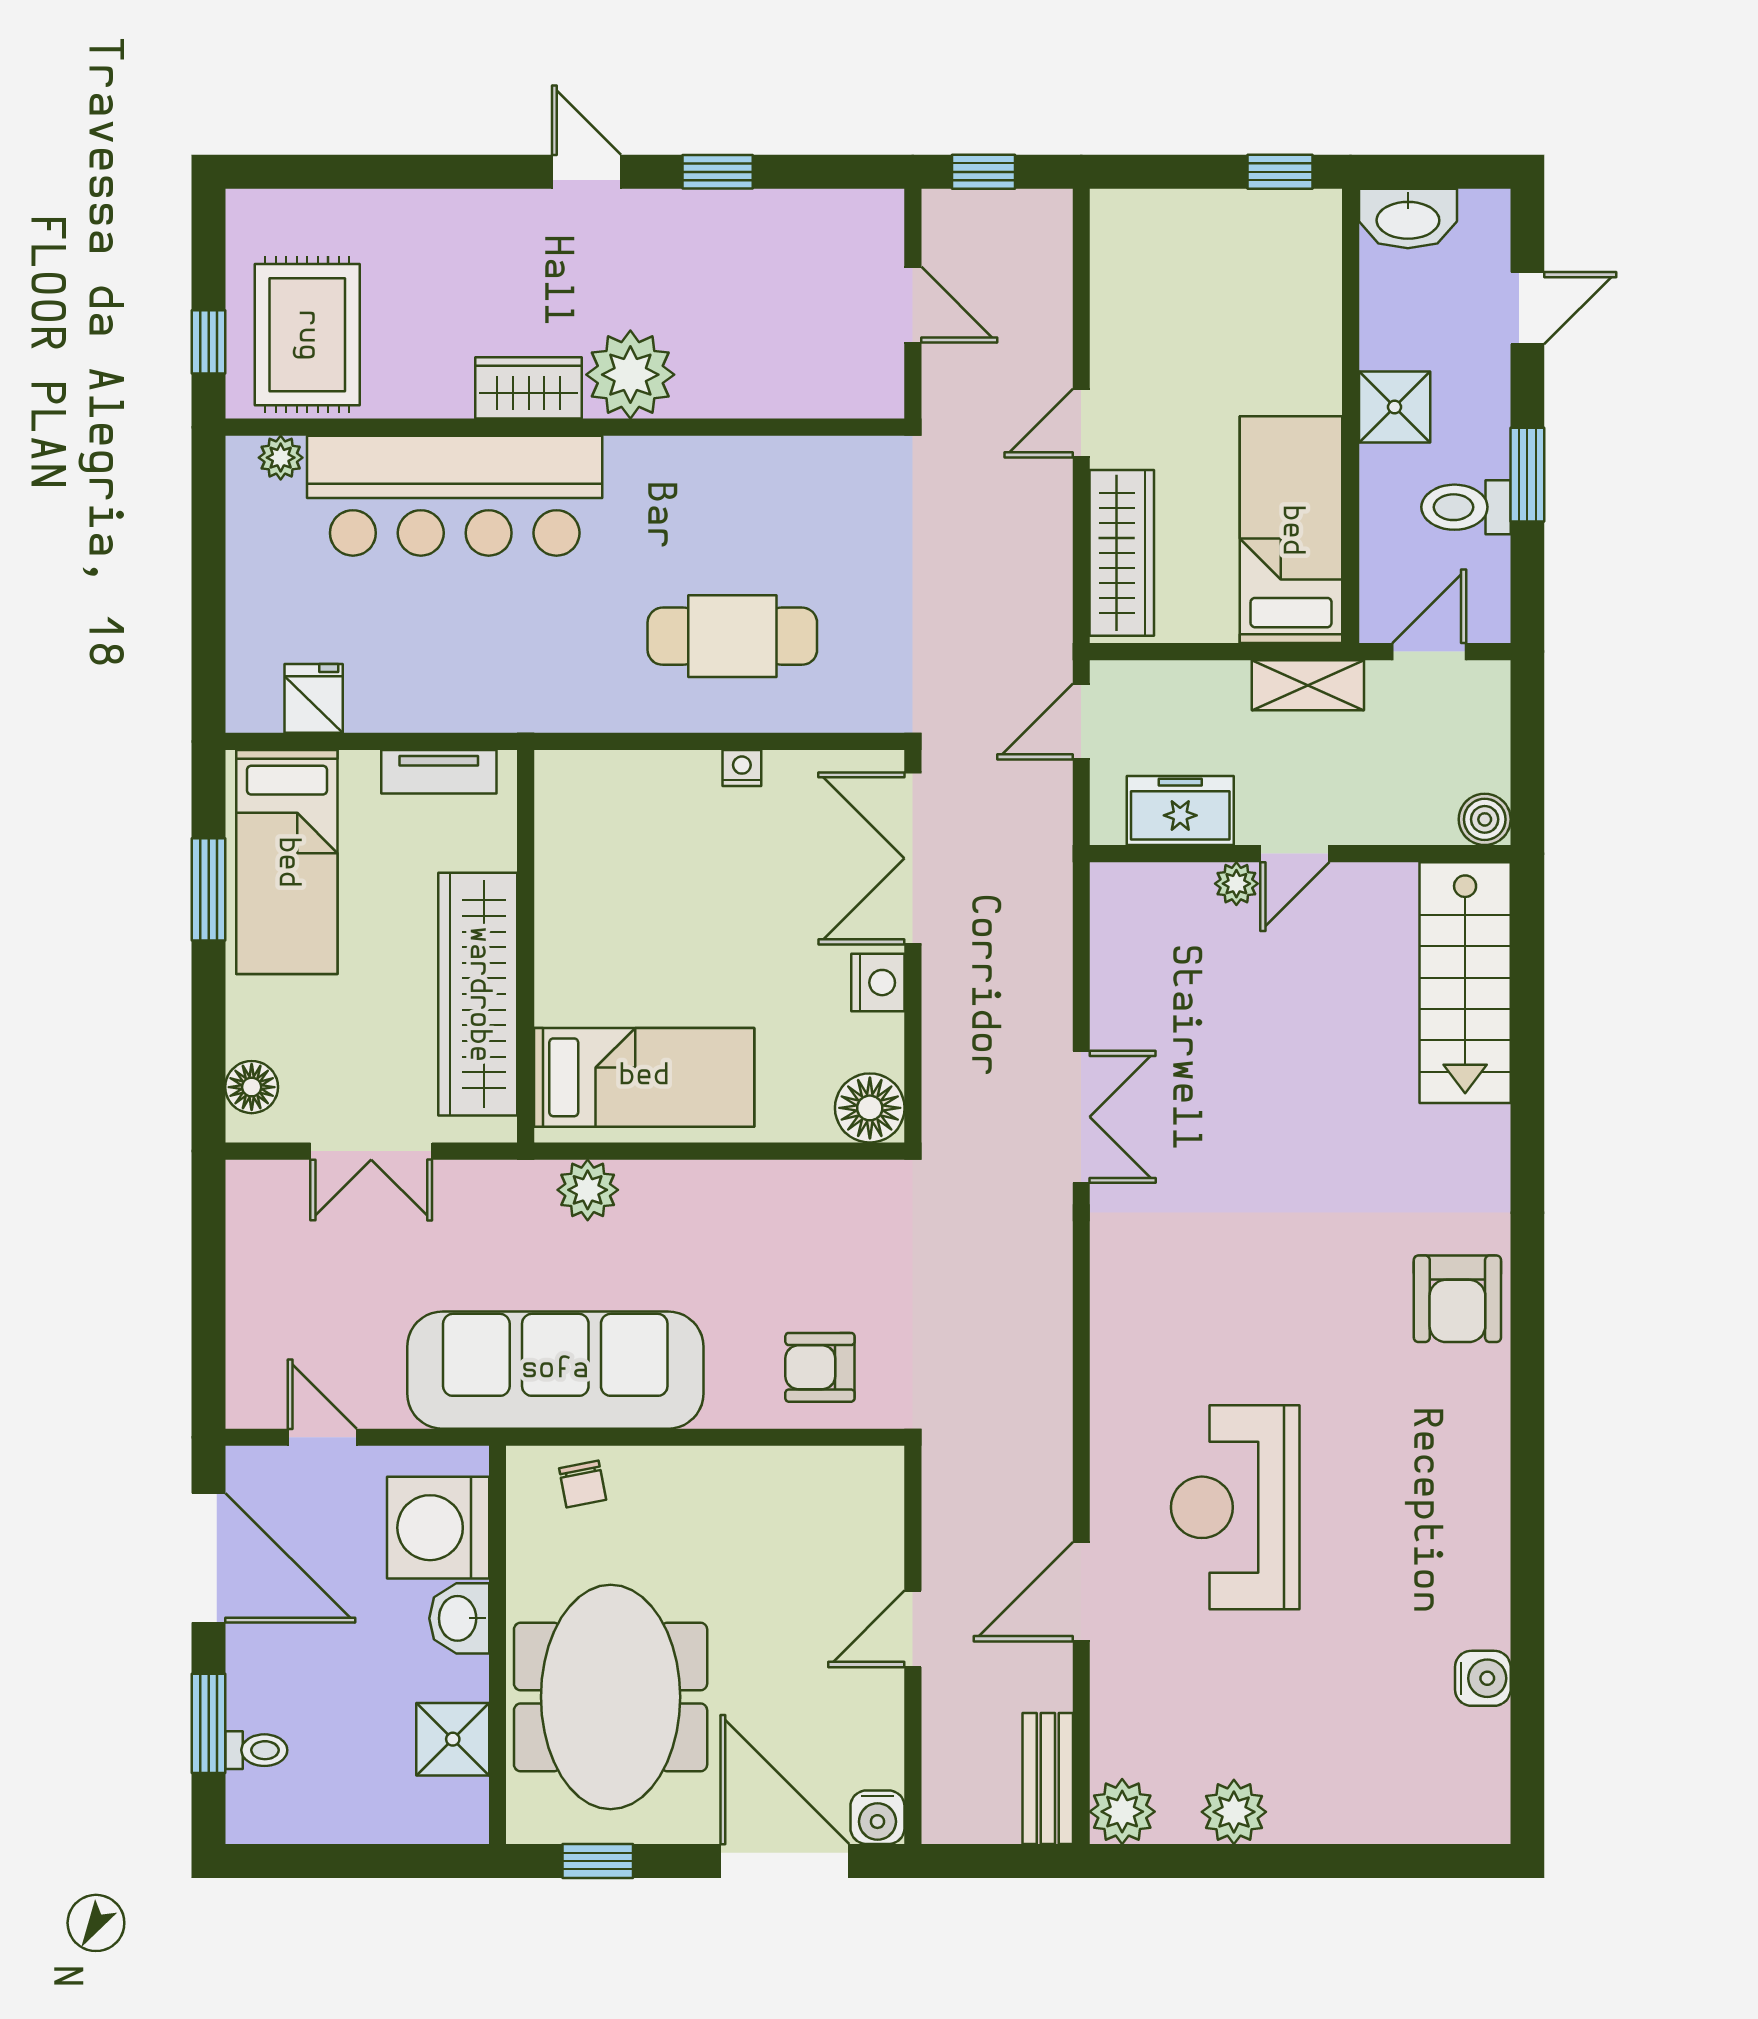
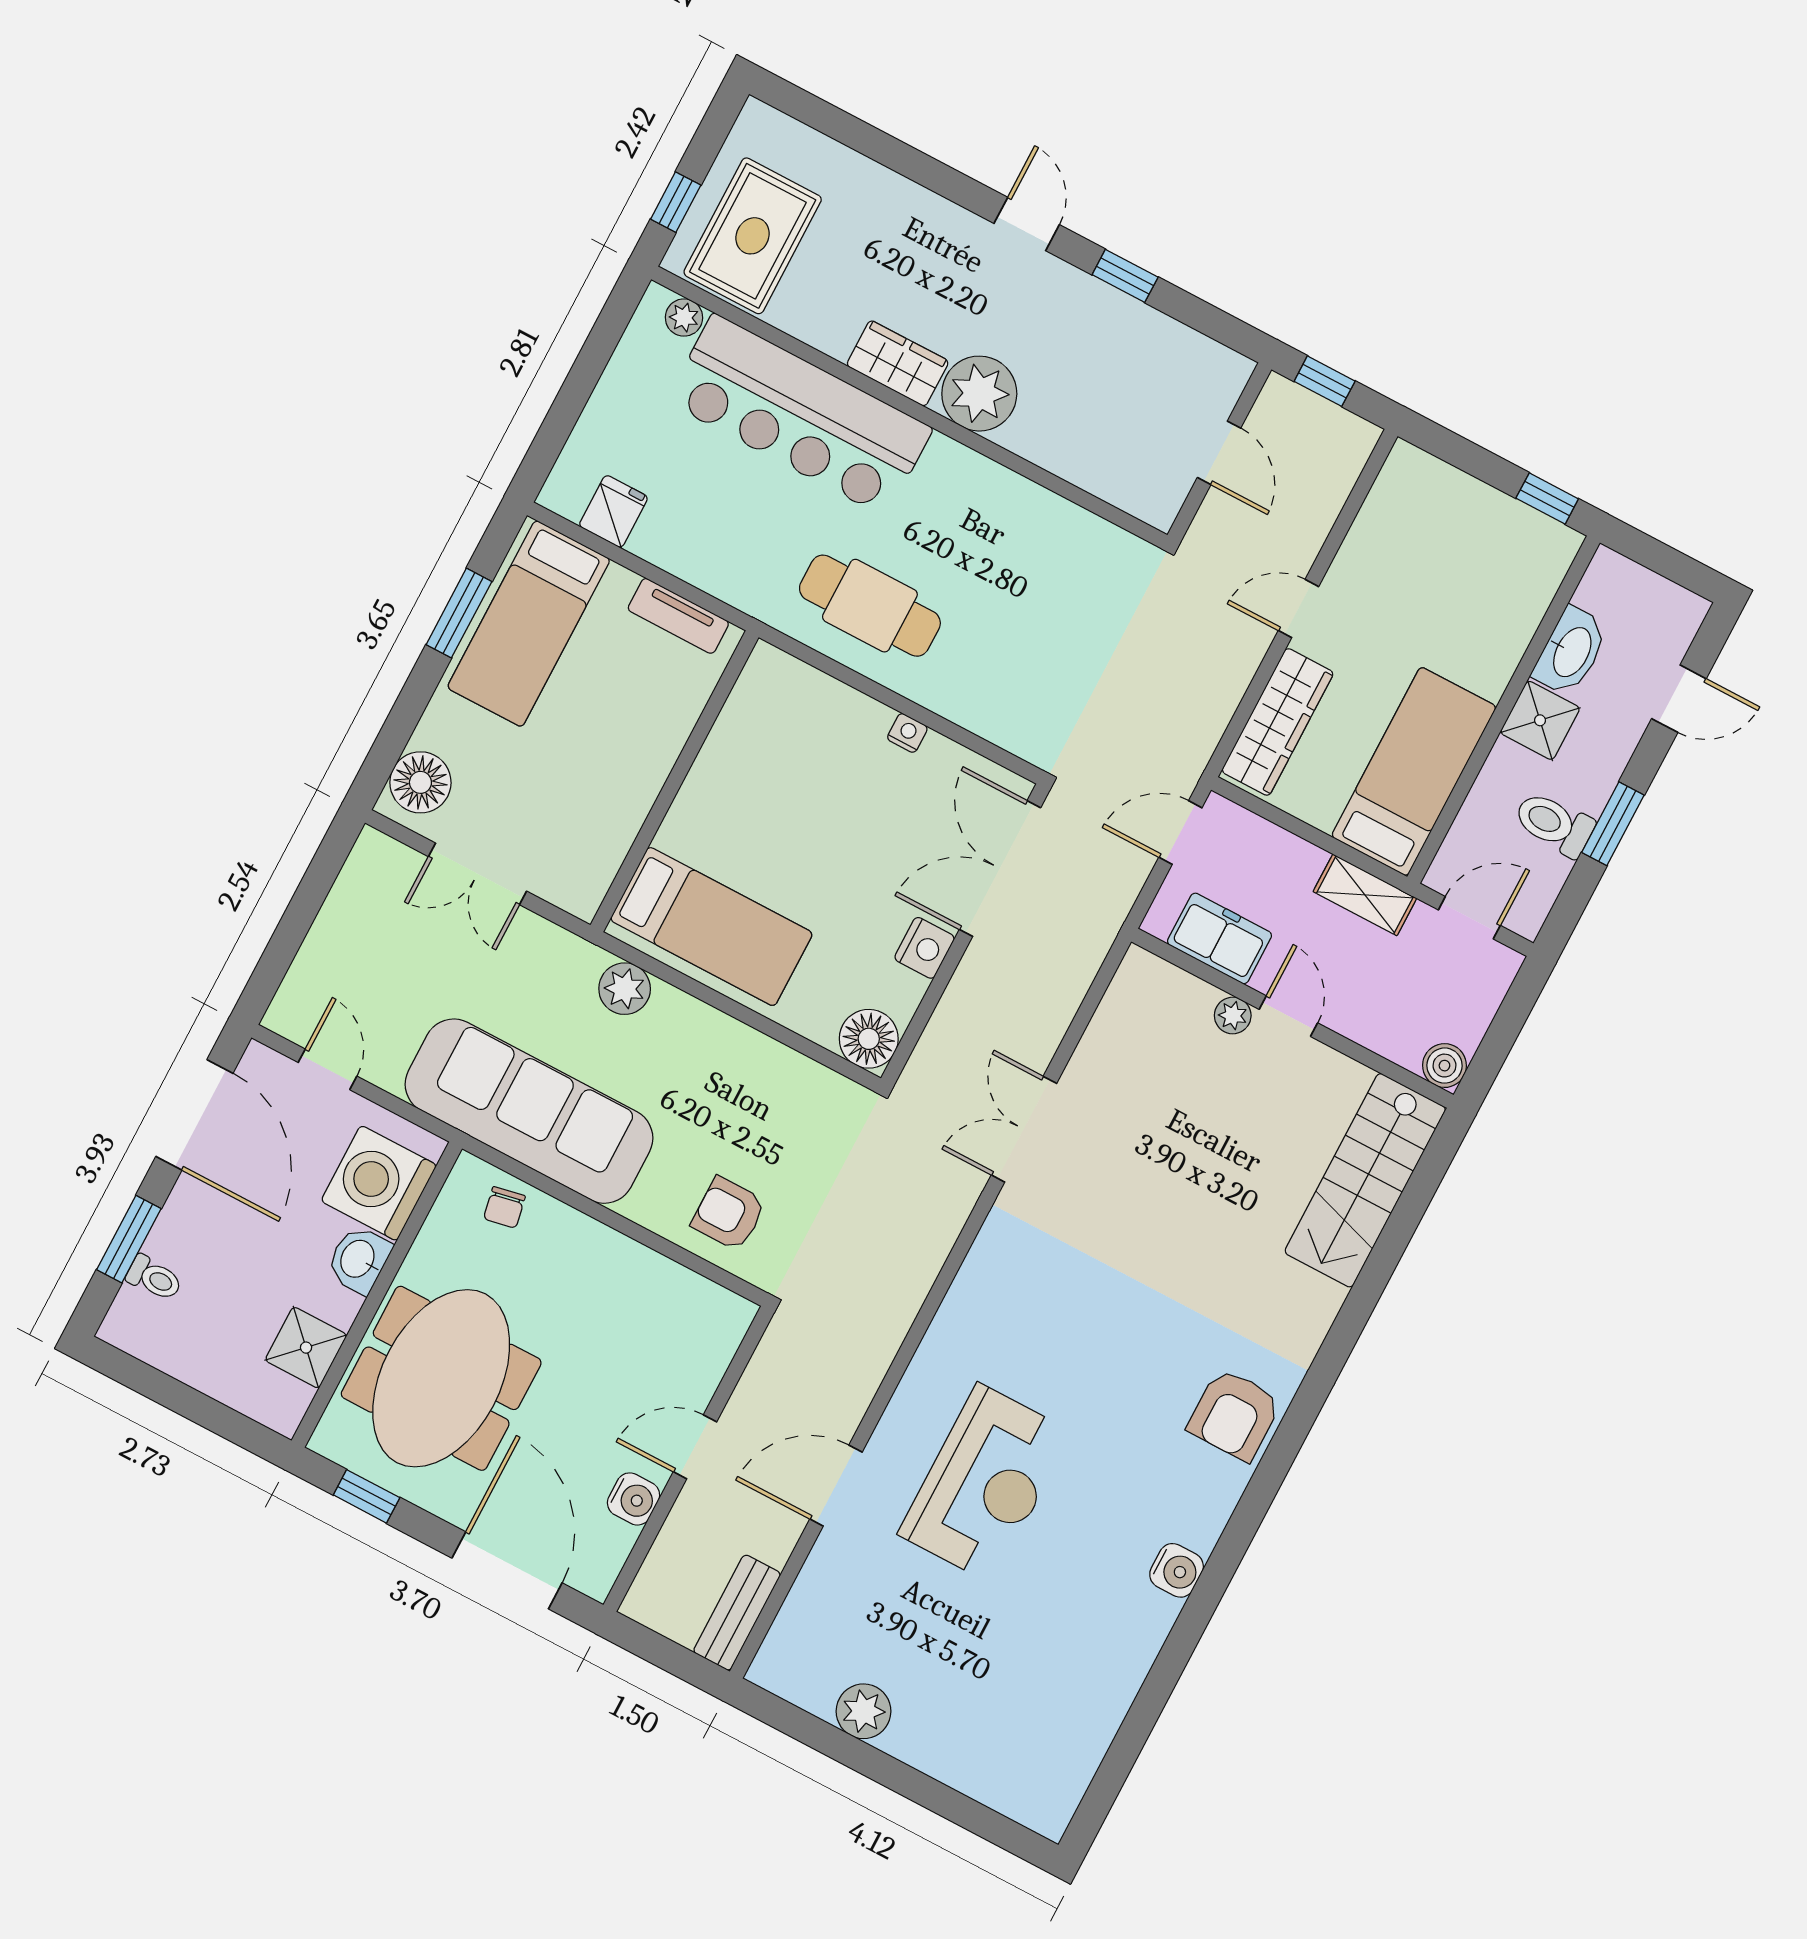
washbasin: (1408, 218) -> (1571, 651), moved, turned -90
cafe table: (732, 636) -> (870, 606), moved
door: (1295, 854) -> (1288, 1016), swing flipped
wardrobe: (478, 994) -> (620, 798), removed
floor lamp: (252, 1087) -> (420, 782), width x1.38, depth x1.38
double door: (1081, 1117) -> (1024, 1129), swing flipped
reception desk: (1235, 1507) -> (985, 1483), turned 180
water cooler: (1483, 1678) -> (1177, 1570), moved
plant: (1122, 1812) -> (780, 1667), removed
water cooler: (877, 1817) -> (634, 1499), moved, turned -90

